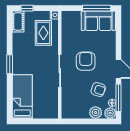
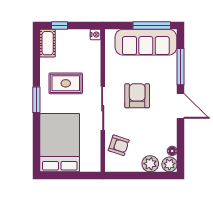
sofa: (98, 21) -> (146, 42), width x1.36
rug: (43, 33) -> (66, 83), moved, turned 90
armchair: (98, 90) -> (119, 145), moved
bed: (22, 97) -> (60, 143), width x1.50
window: (118, 98) -> (181, 67), moved

